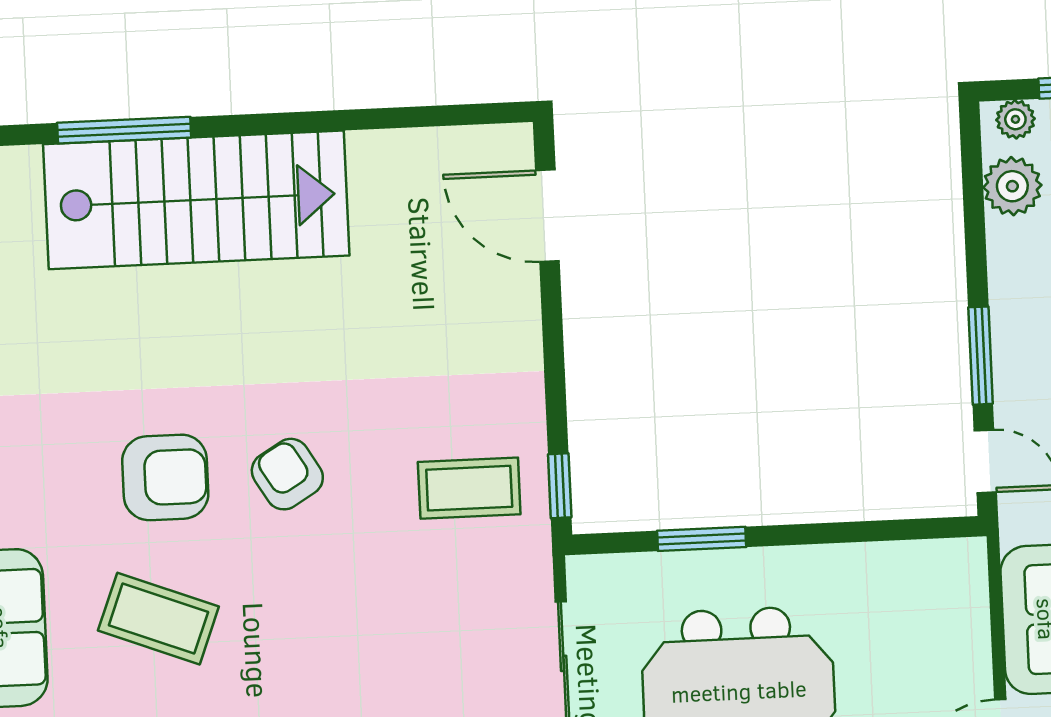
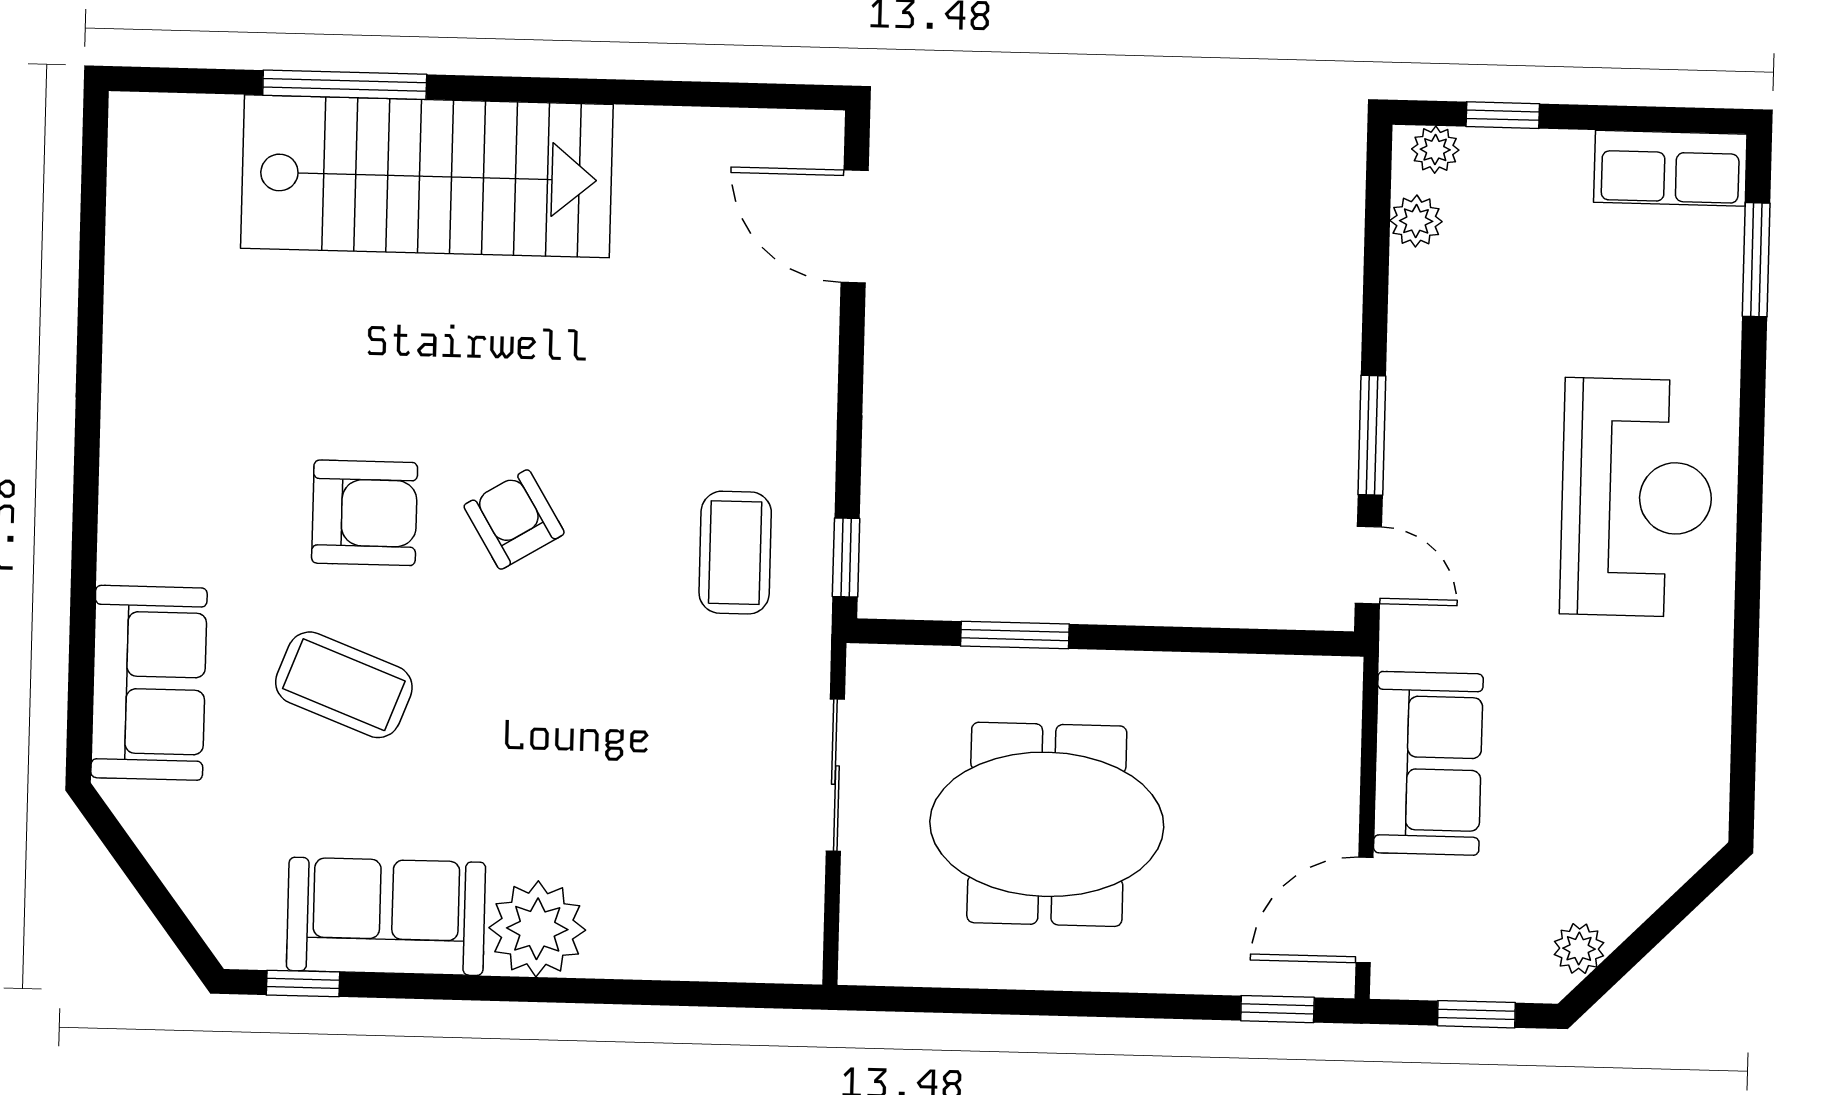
plant: (1012, 186) -> (1416, 221), width x0.73, depth x0.73
coffee table: (469, 488) -> (735, 553), turned 90

